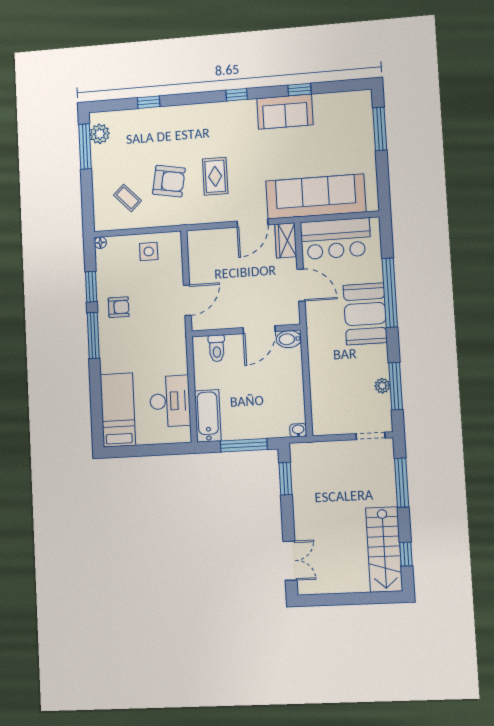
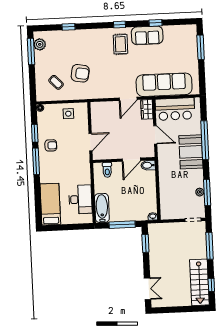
rug: (215, 176) -> (120, 44), moved

